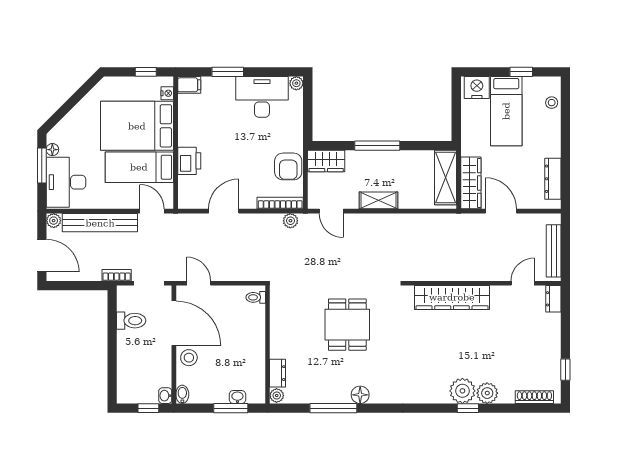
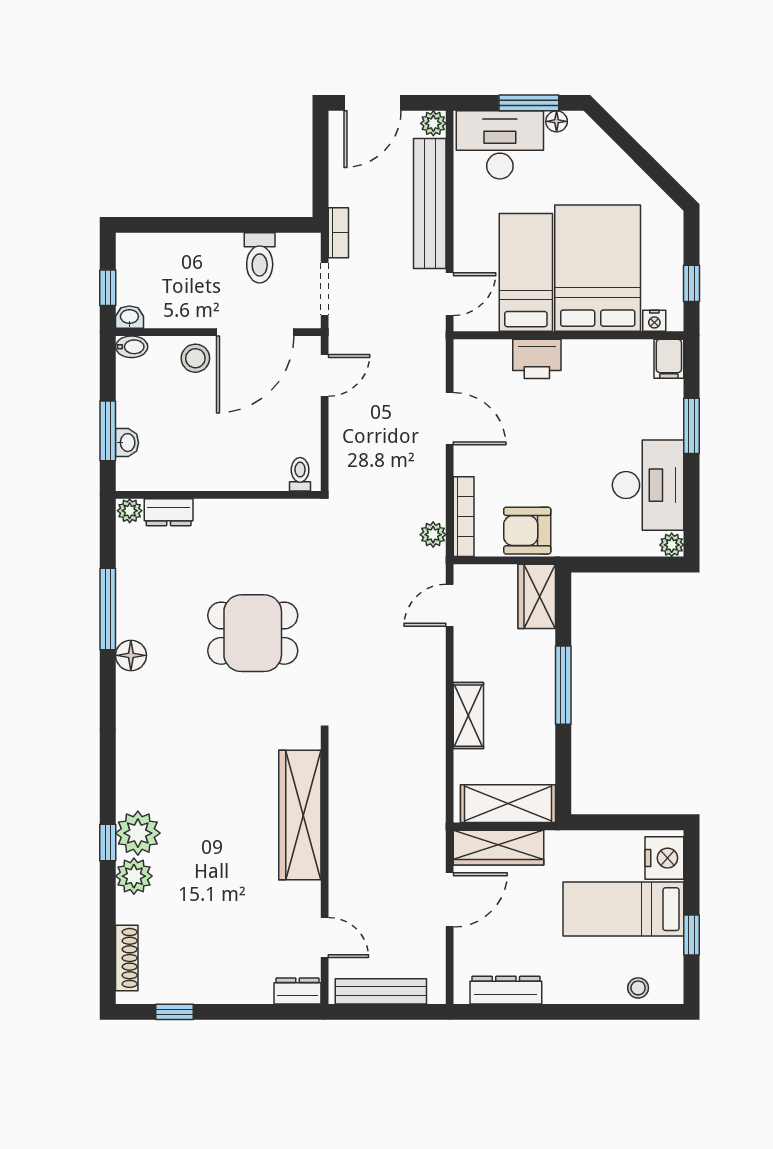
shelving: (378, 200) -> (468, 716), moved

